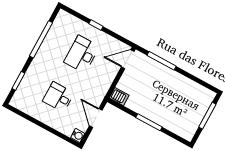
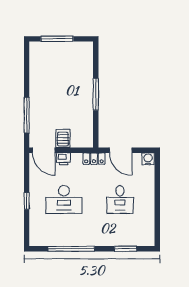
printer: (113, 71) -> (64, 159), added
locker: (100, 94) -> (94, 159), added
server rack: (119, 97) -> (63, 138), moved
door: (96, 118) -> (121, 150), hinge flipped

